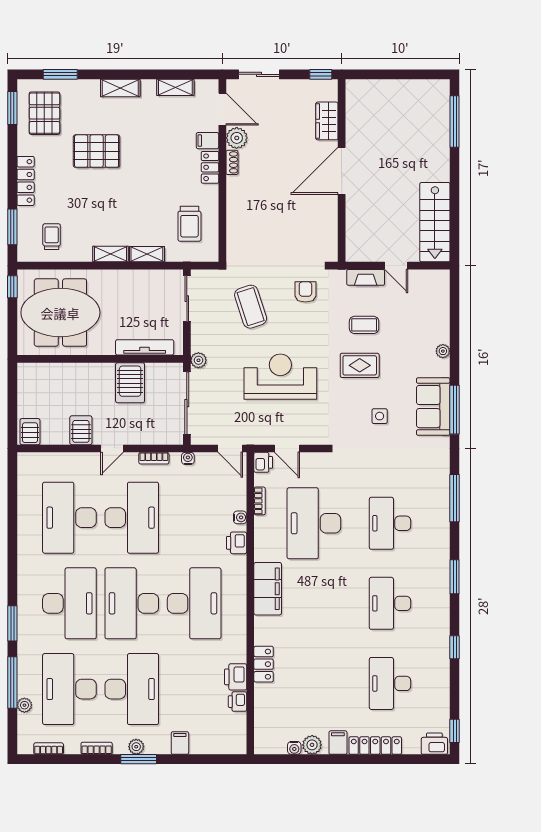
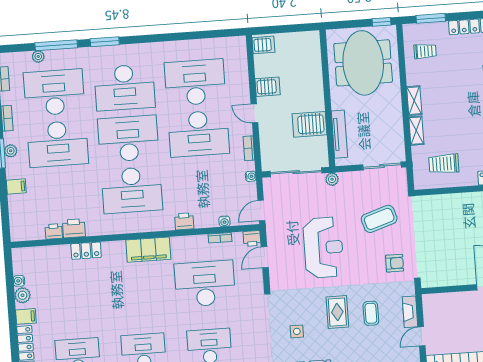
water cooler: (240, 517) -> (224, 221), moved

